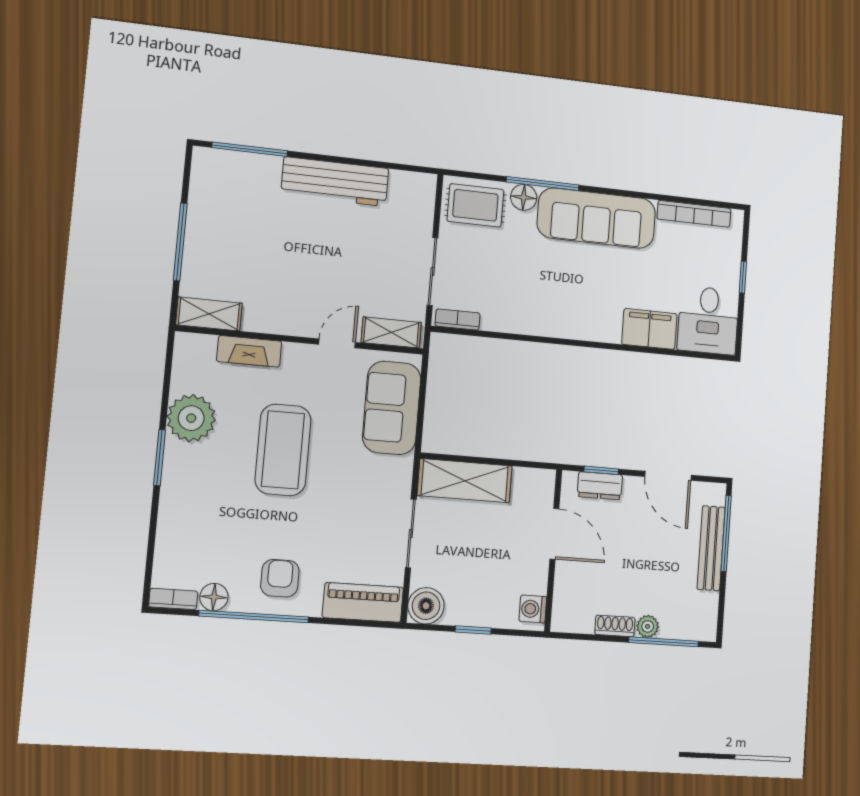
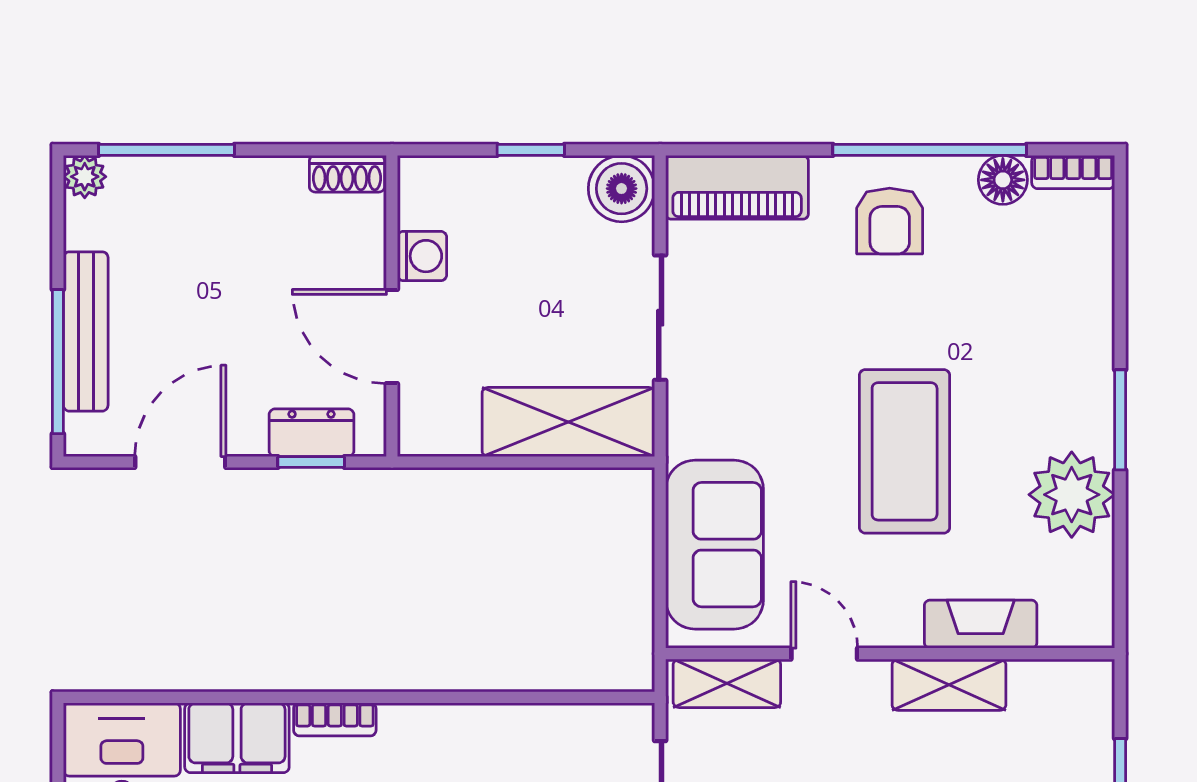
shelving: (209, 314) -> (949, 685), moved
bookcase: (458, 319) -> (335, 719), moved
door: (337, 343) -> (824, 654), swing flipped
door: (668, 476) -> (180, 462), hinge flipped
washing machine: (533, 609) -> (422, 256), moved
shoe rack: (615, 626) -> (347, 174), moved
plant: (648, 626) -> (85, 177), moved

